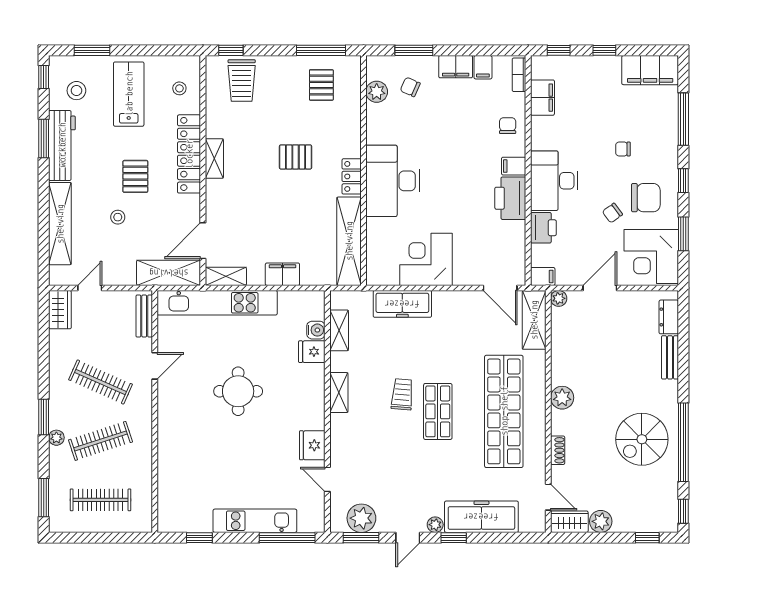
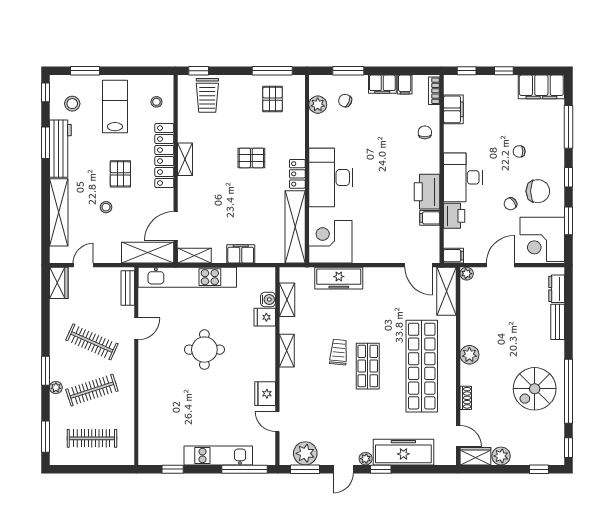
filing cabinet: (514, 166) -> (430, 218), moved
corner desk: (426, 259) -> (330, 242), moved

